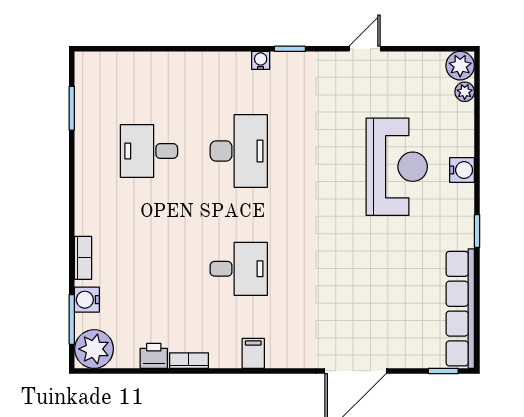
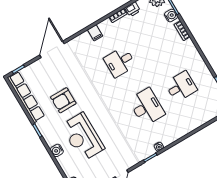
desk: (239, 151) -> (147, 107), turned 180
armchair: (392, 259) -> (63, 100), added

